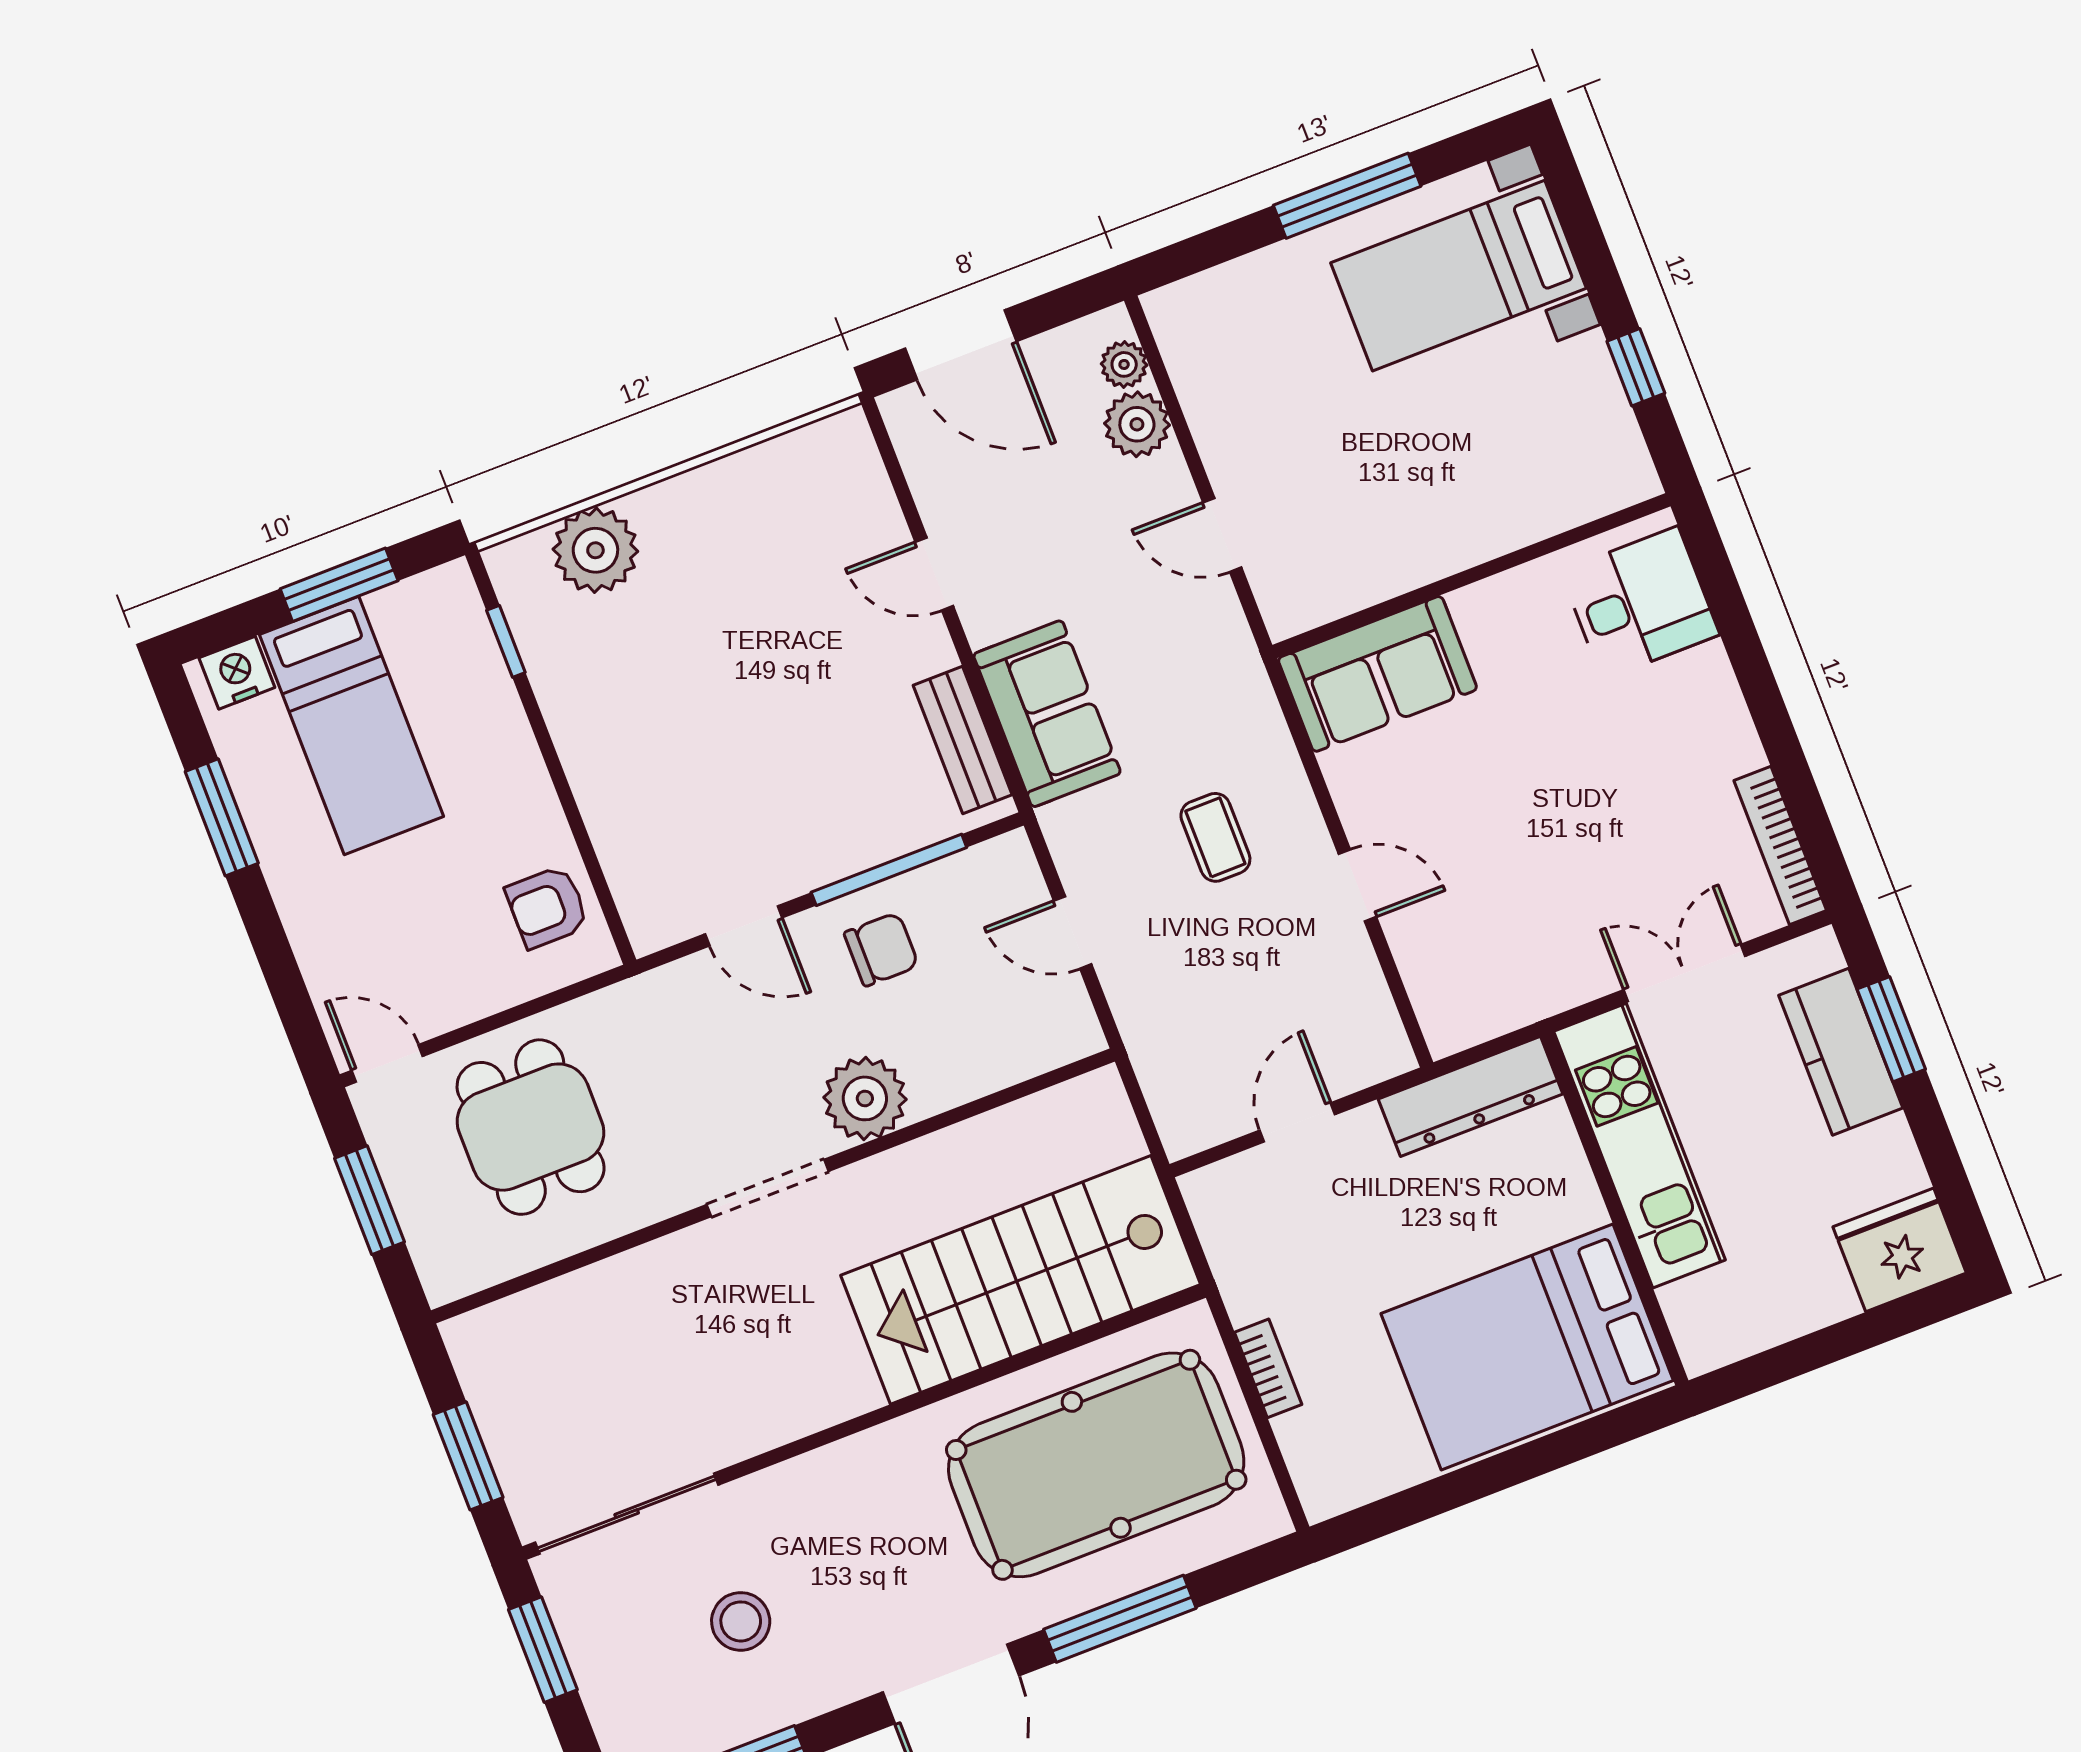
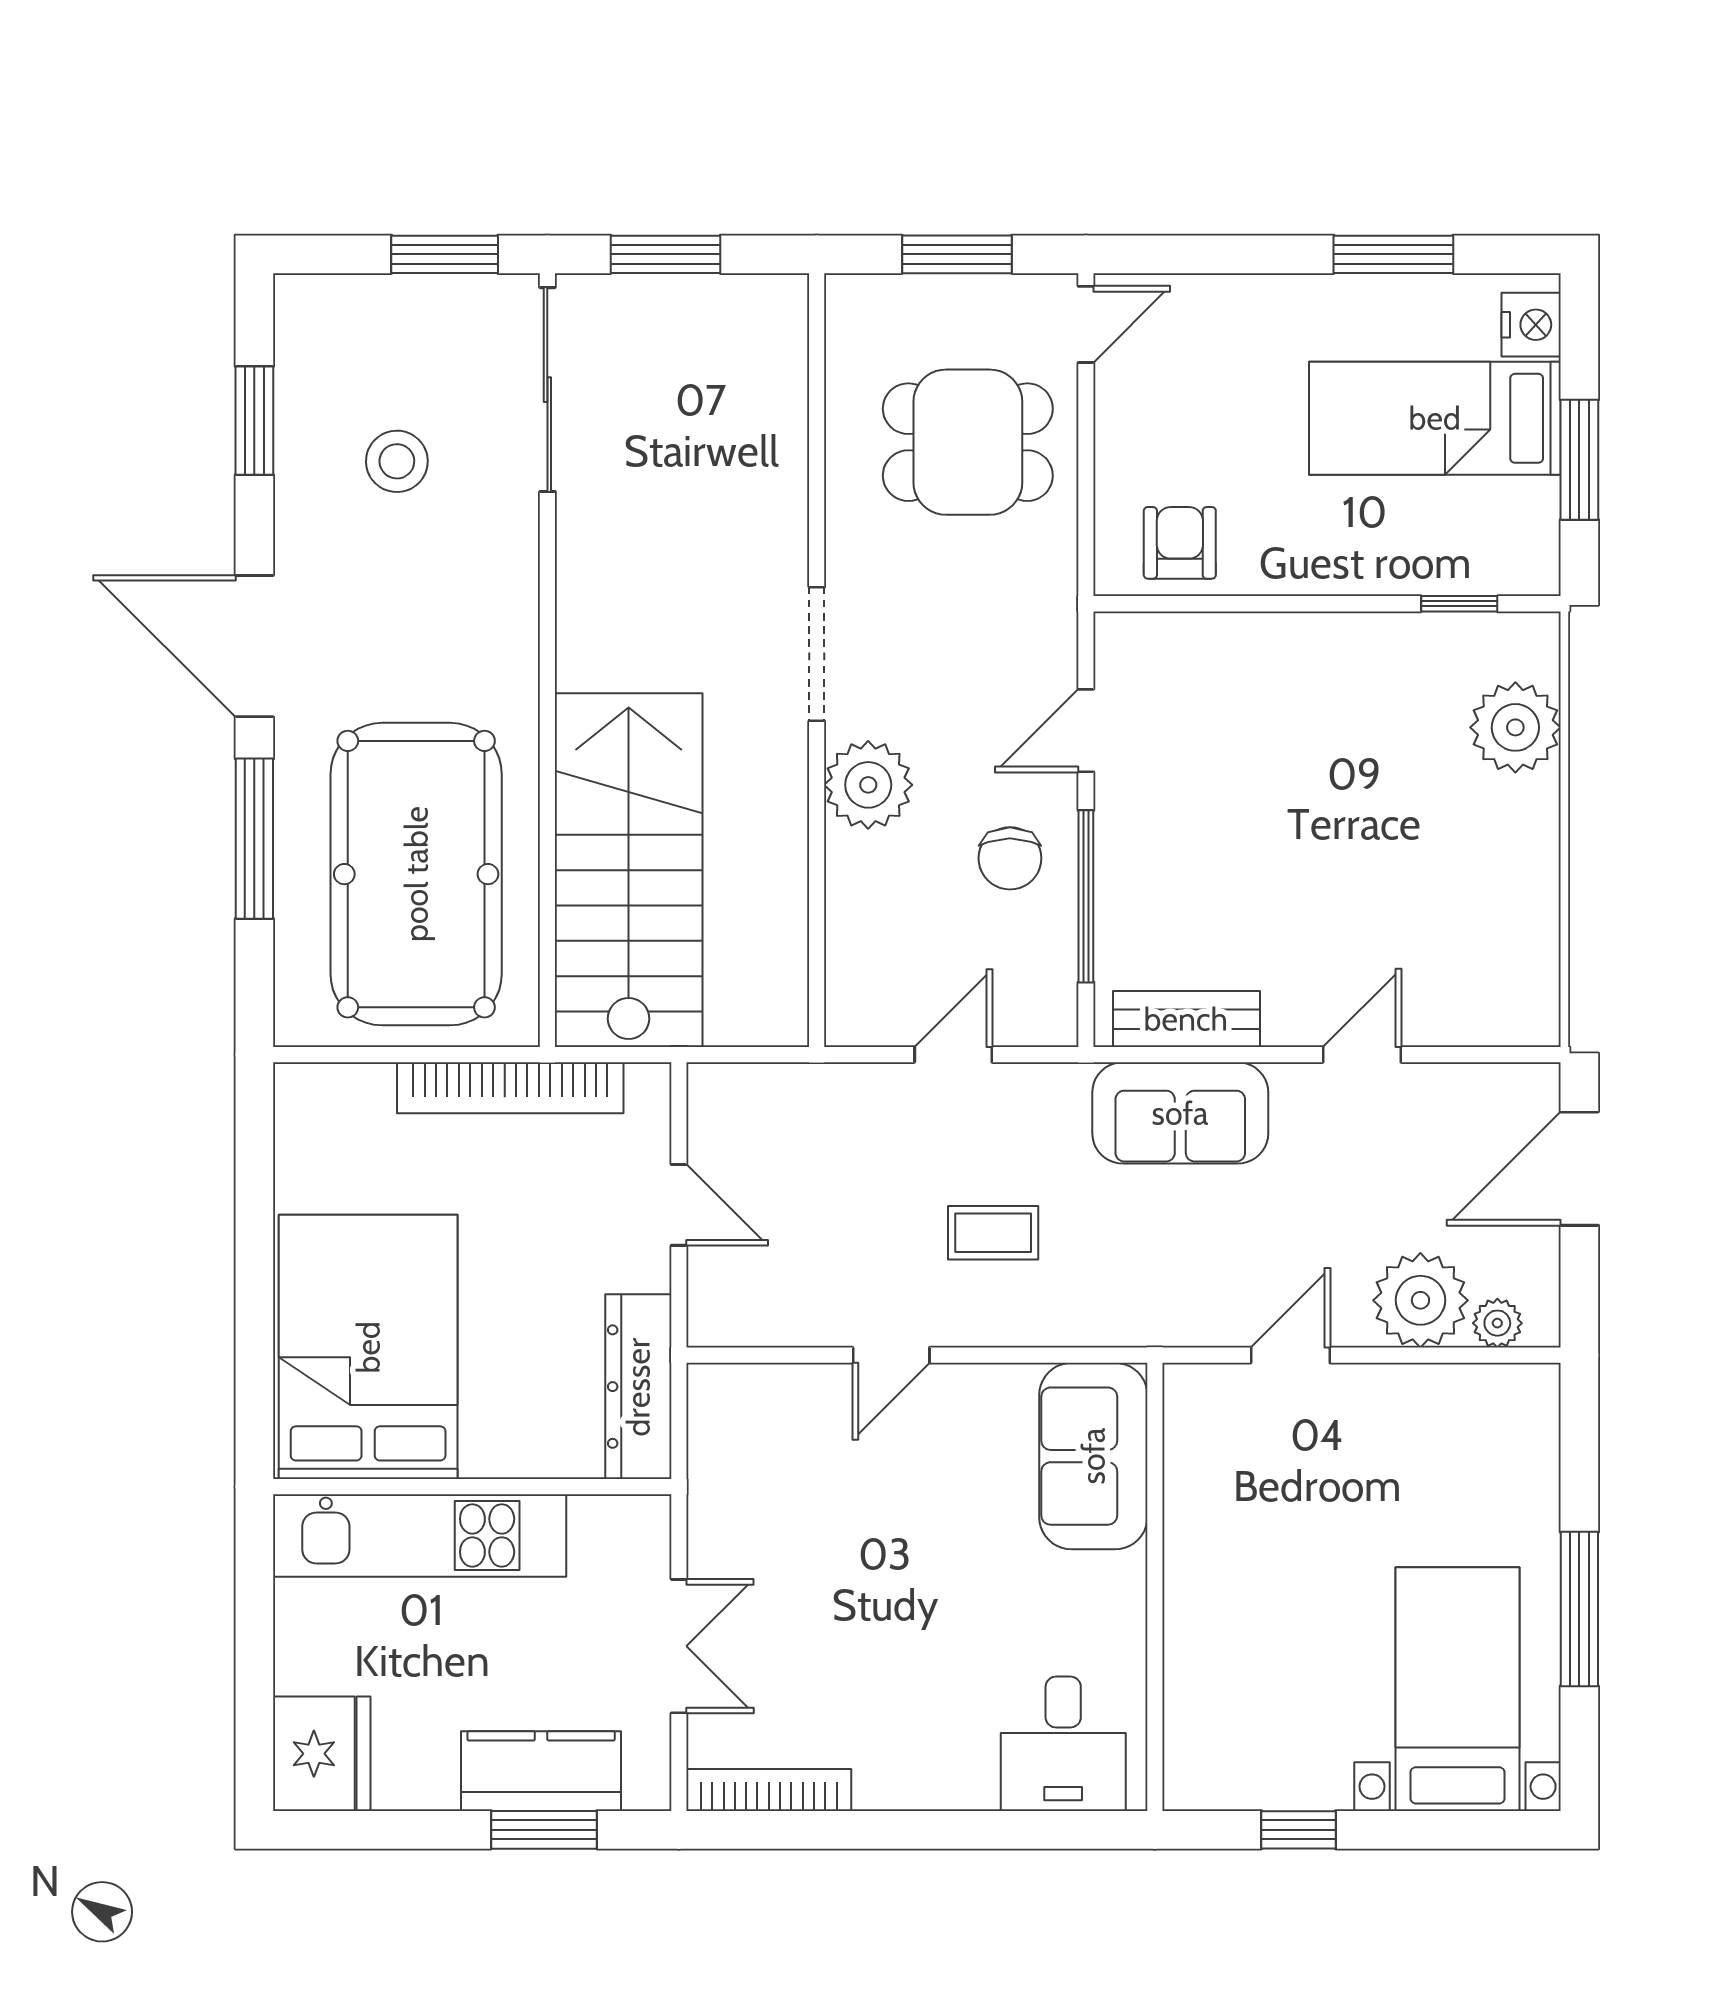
plant: (1137, 424) -> (1420, 1300), width x1.36, depth x1.36
kitchen unit: (1639, 1146) -> (420, 1535), moved
bookcase: (1268, 1368) -> (510, 1088), width x2.31, depth x1.31

